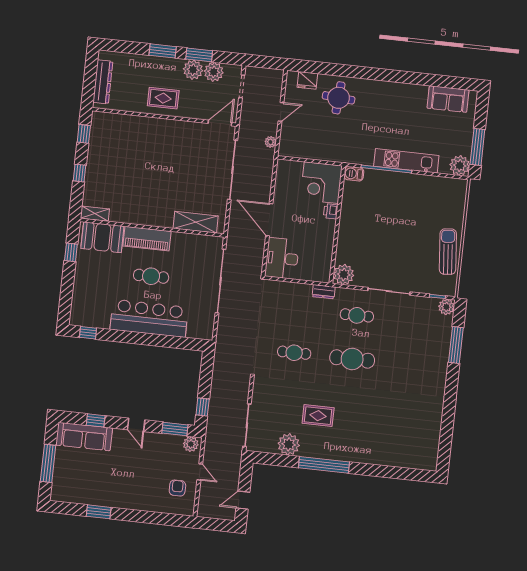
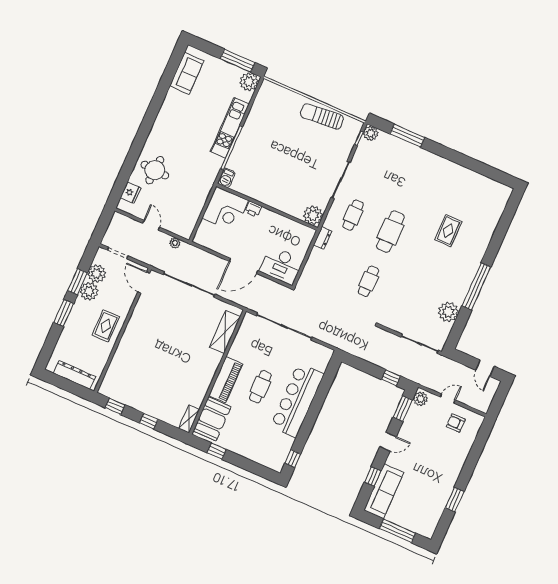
rug: (318, 416) -> (448, 231), moved

